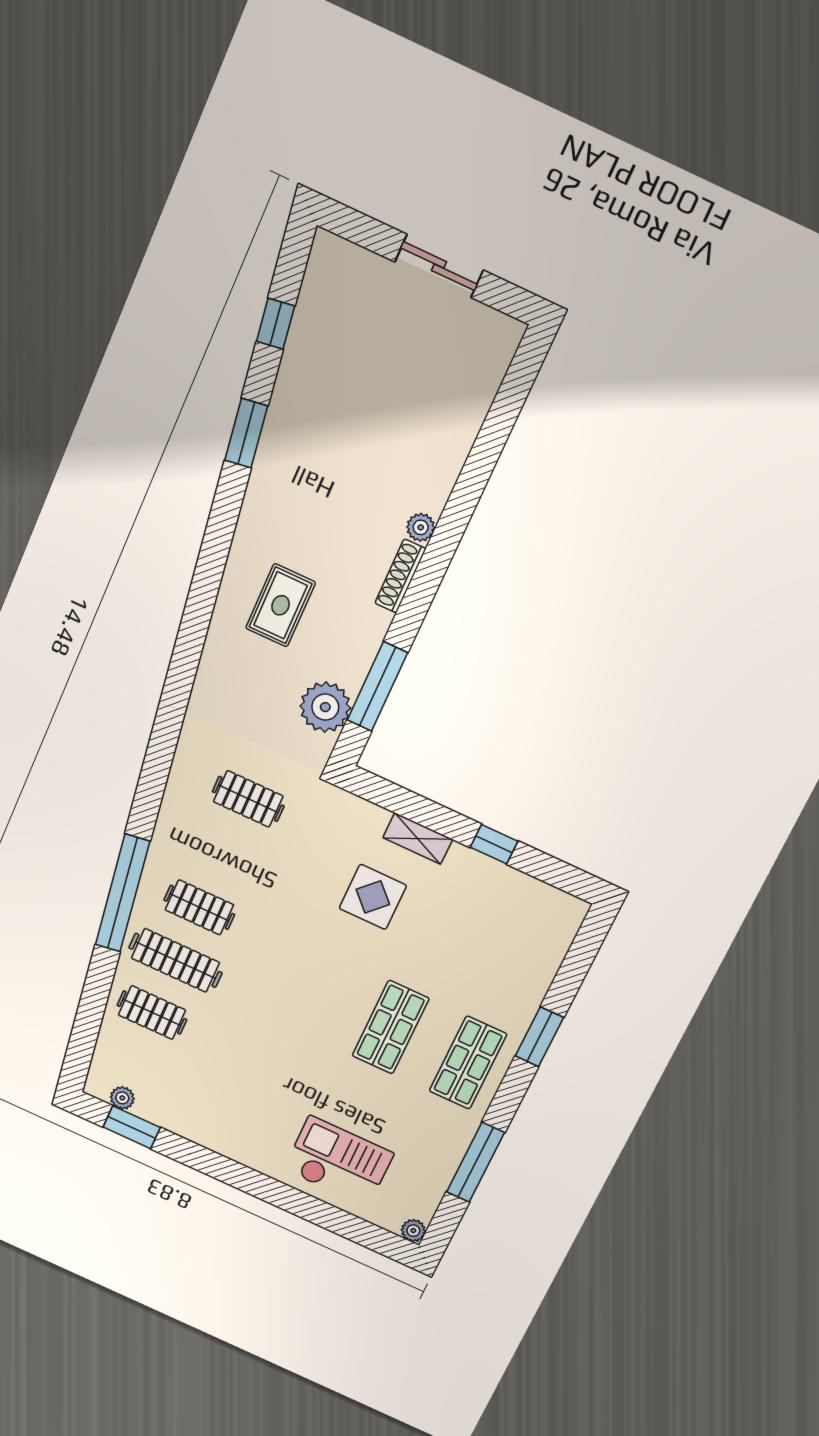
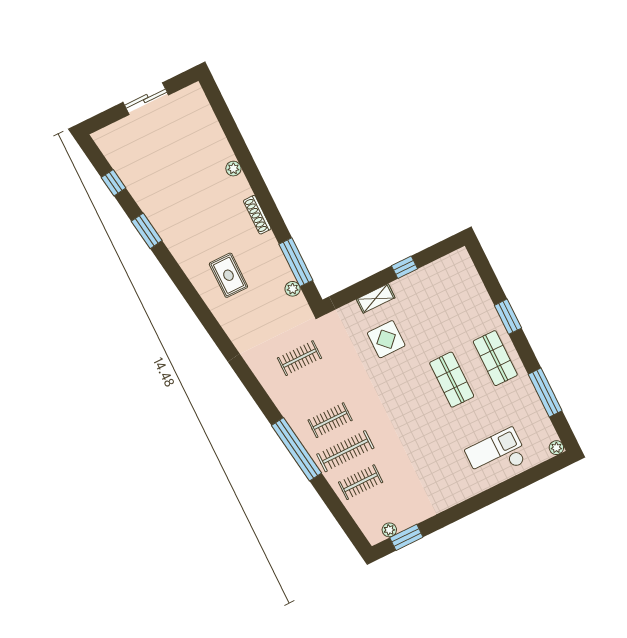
plant: (421, 527) -> (233, 169), moved
plant: (325, 707) -> (293, 289), width x0.53, depth x0.53

